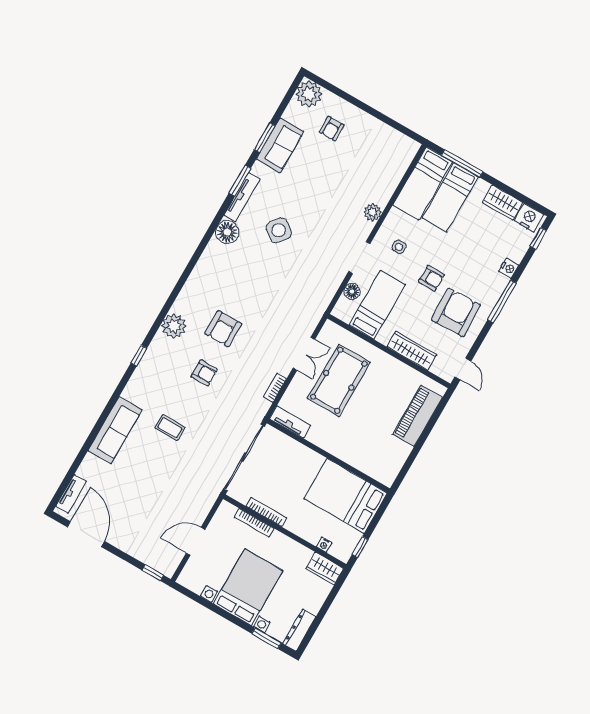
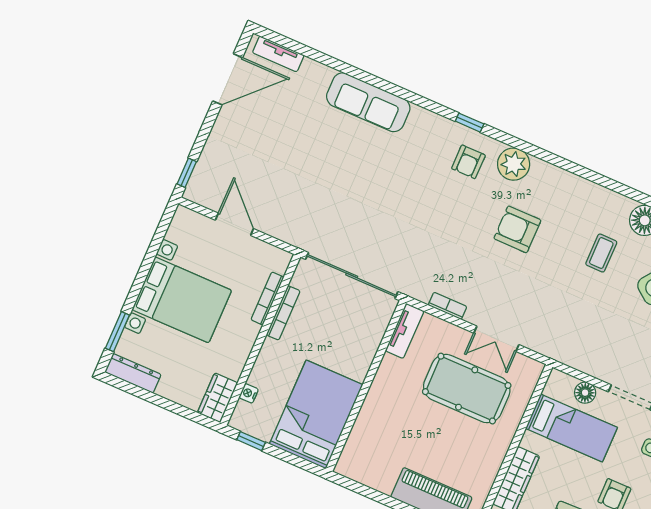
armchair: (204, 373) -> (468, 162), moved
coffee table: (170, 428) -> (601, 253), moved

